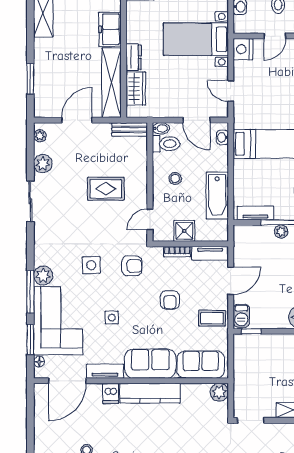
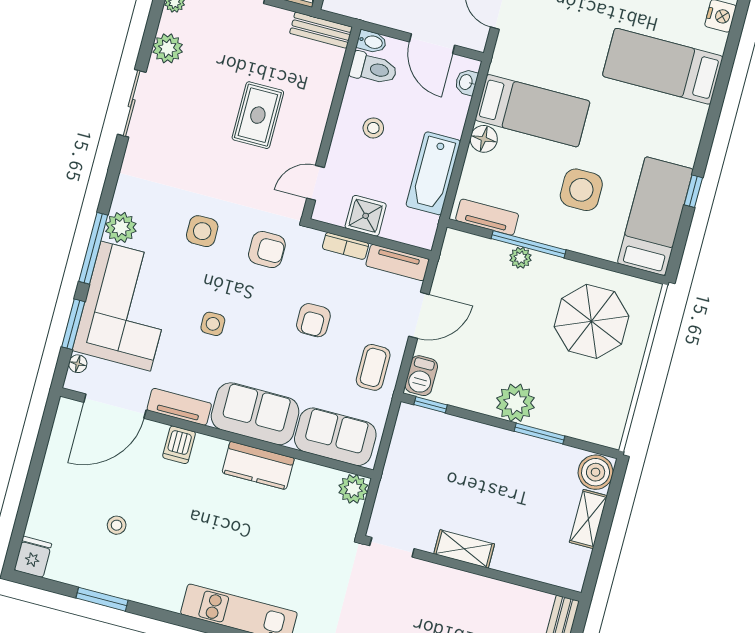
floor lamp: (241, 168) -> (484, 139), added
rug: (106, 189) -> (258, 115), turned 90
coffee table: (212, 318) -> (373, 367), turned 90
kitchen counter: (150, 393) -> (258, 465), width x0.67

